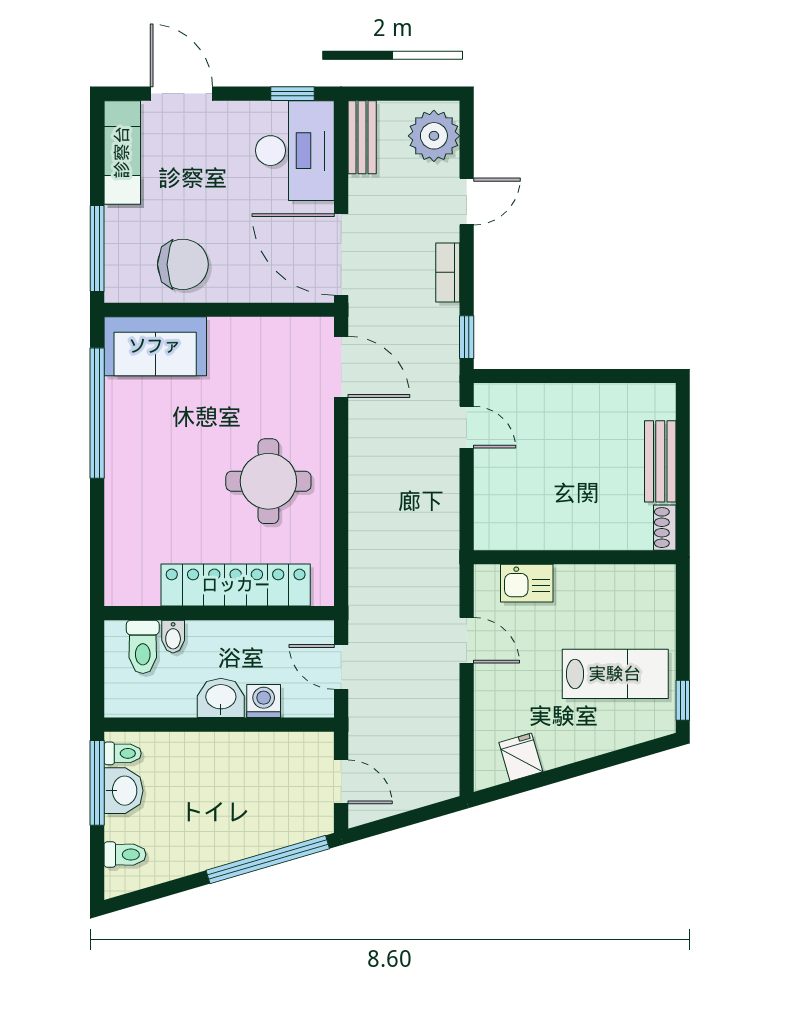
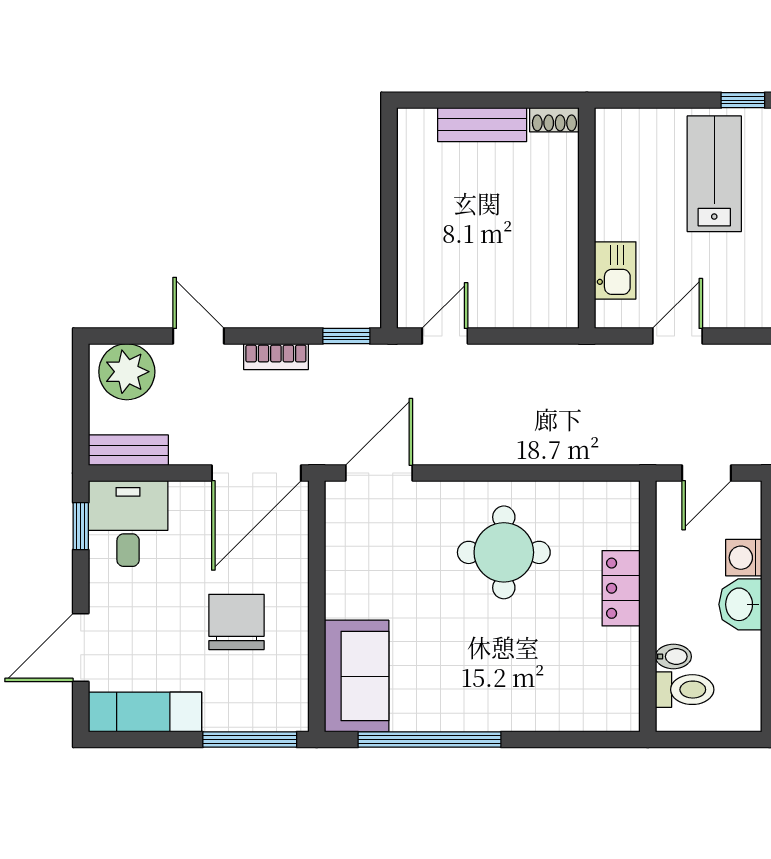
desk: (295, 151) -> (128, 524), width x0.73
chair: (183, 264) -> (236, 622), moved
locker: (236, 585) -> (621, 588), width x0.46, depth x0.83

